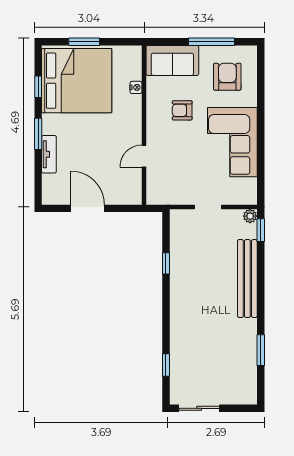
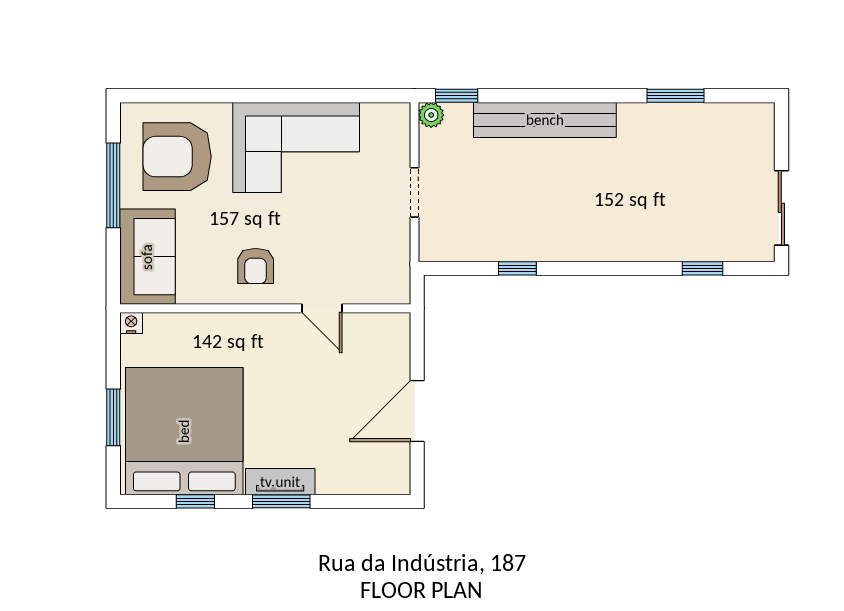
armchair: (227, 77) -> (177, 157), width x1.36, depth x1.36
nightstand: (136, 87) -> (131, 323), moved
armchair: (182, 110) -> (256, 266), moved
tv unit: (49, 154) -> (280, 482), moved

